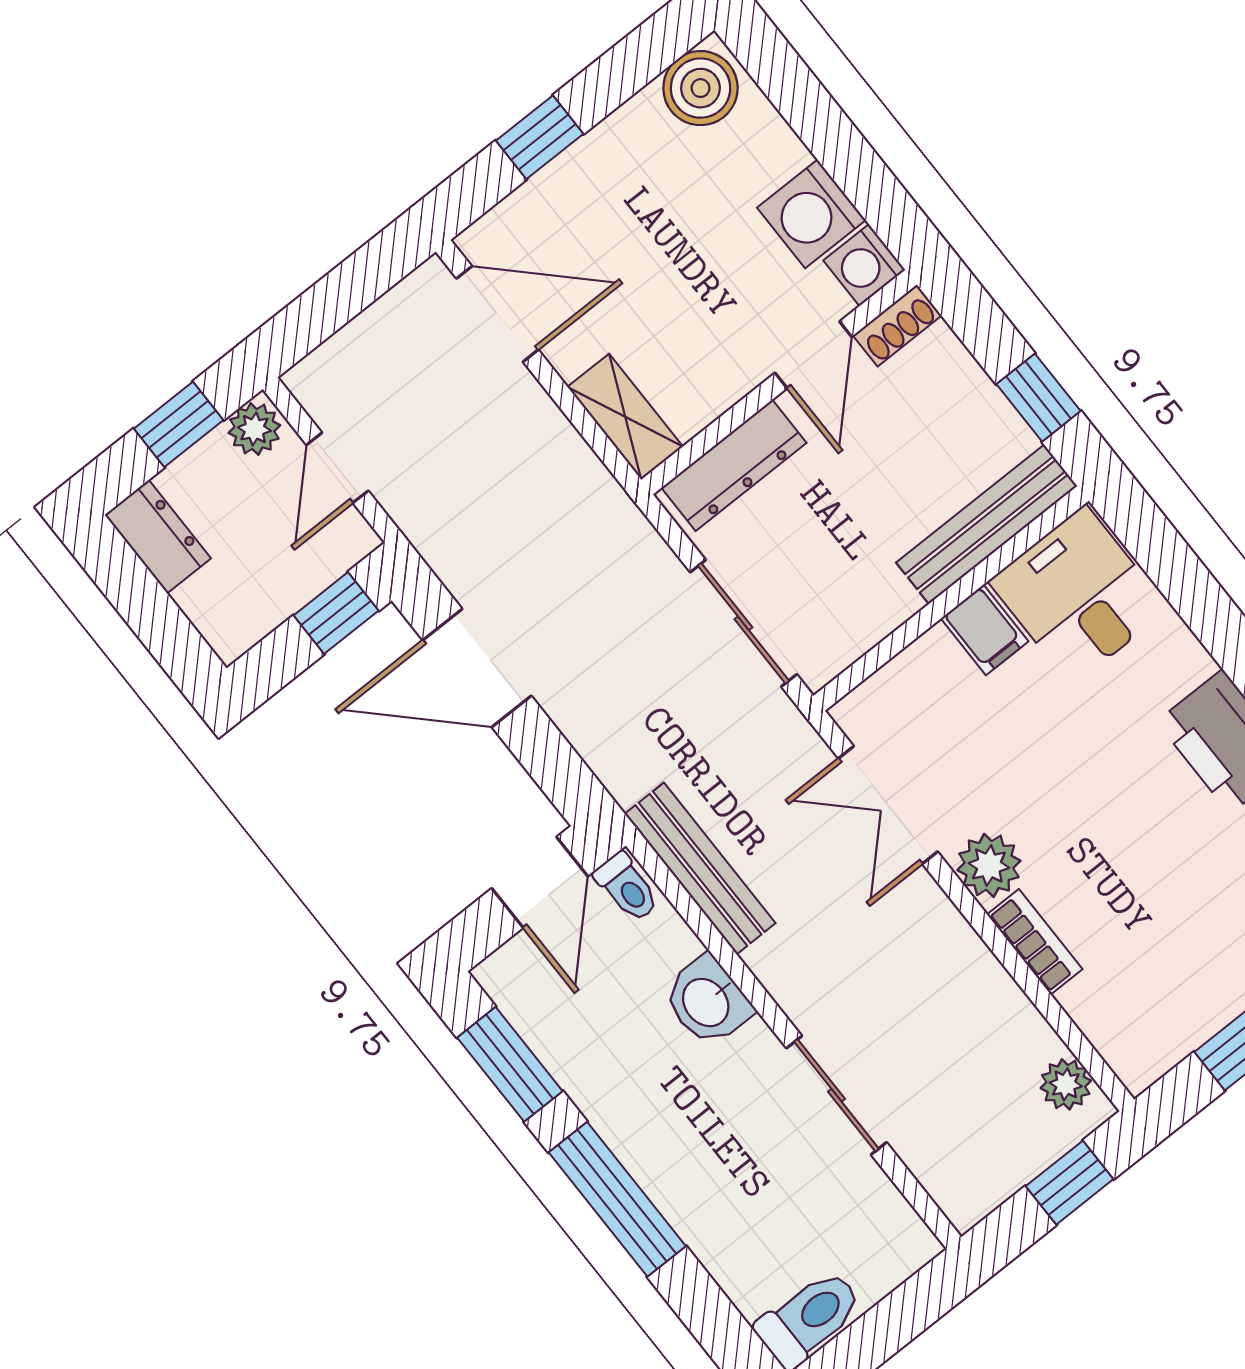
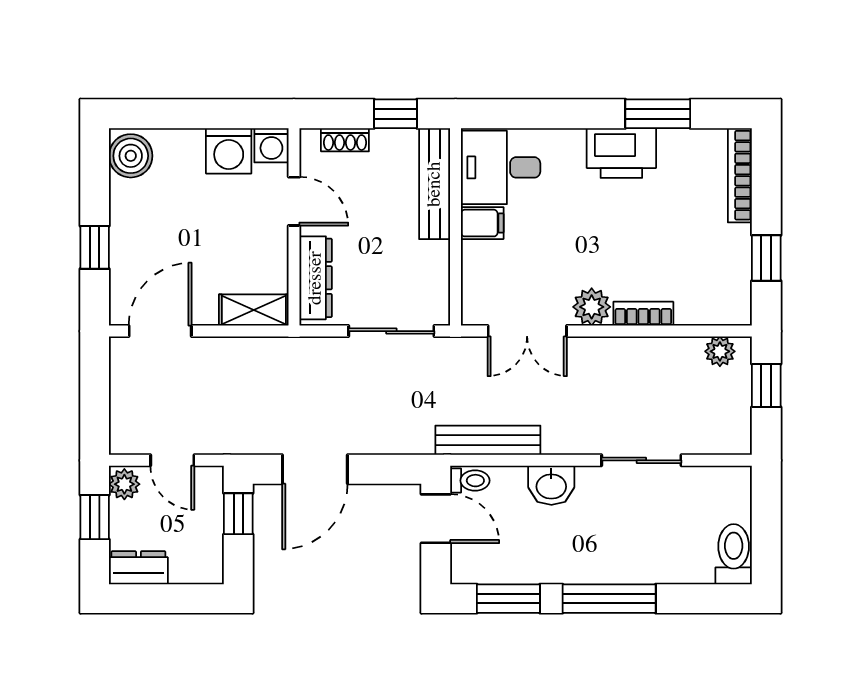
shoe rack: (897, 325) -> (345, 140), moved, turned 90

